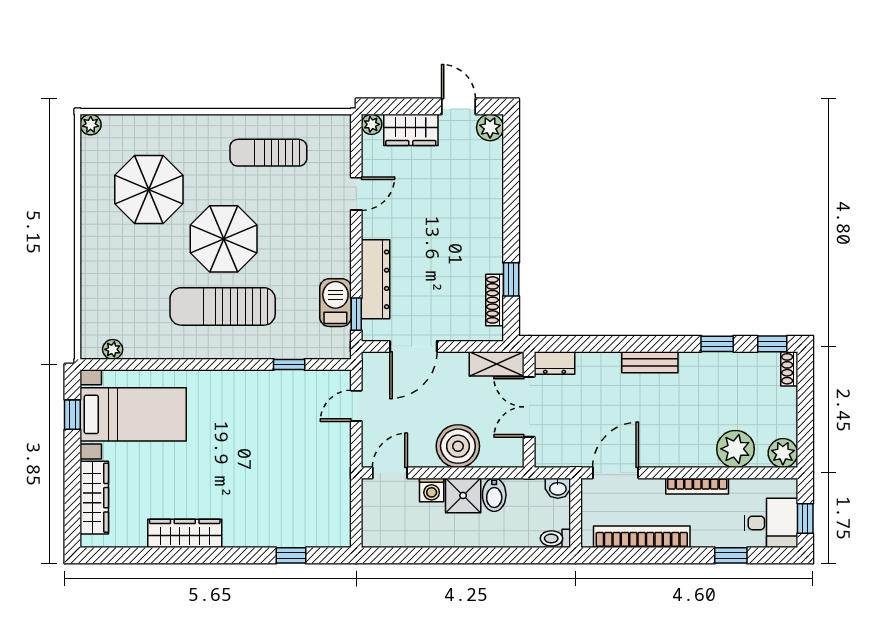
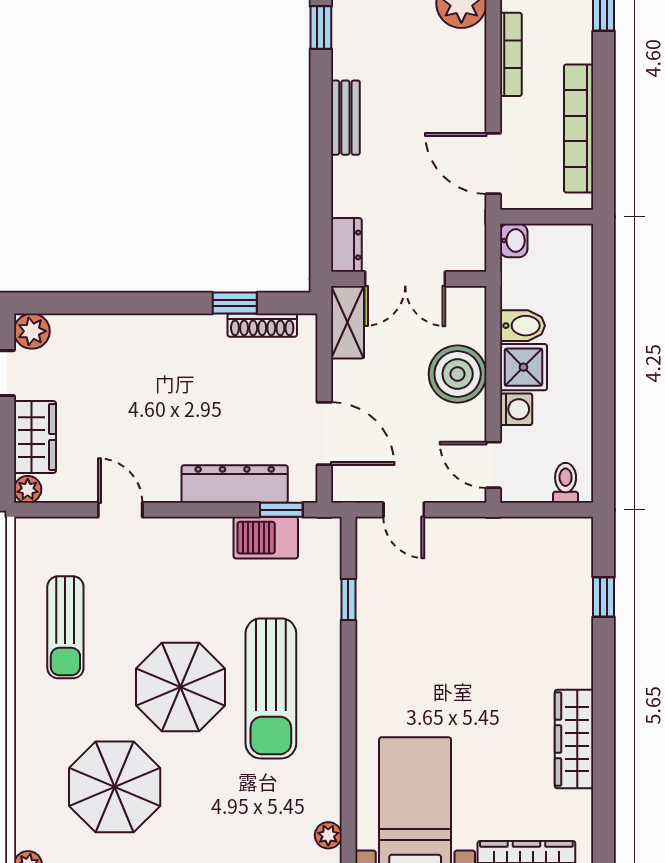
toilet: (555, 538) -> (566, 483), moved, turned 180

